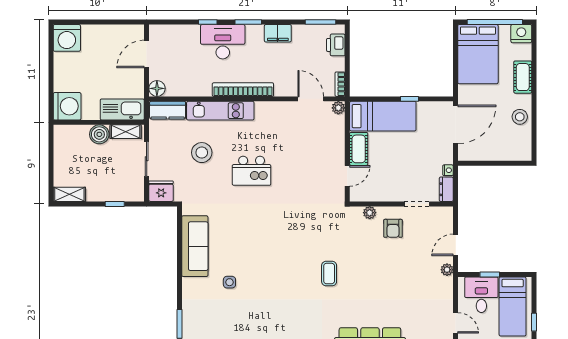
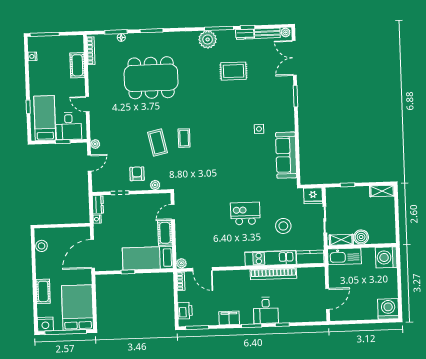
desk: (223, 42) -> (266, 310), width x0.73
floor lamp: (157, 88) -> (319, 273), removed
bookcase: (243, 90) -> (273, 274), moved
stool: (520, 117) -> (42, 246), moved
coffee table: (364, 269) -> (157, 143), added

